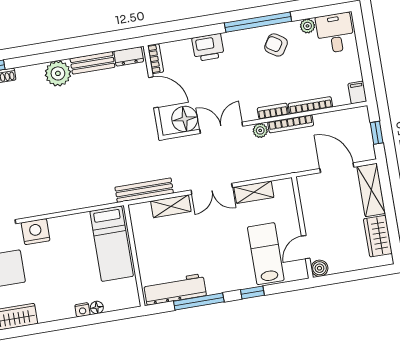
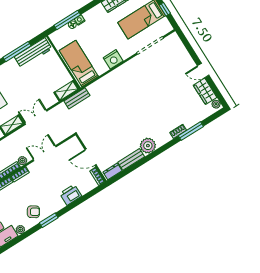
window: (258, 22) -> (49, 220), width x0.47
floor lamp: (185, 119) -> (67, 150), removed
double door: (221, 128) -> (45, 153), swing flipped
bench: (144, 190) -> (77, 98), width x0.73
shelving: (171, 206) -> (66, 91), moved
nightstand: (36, 232) -> (113, 59), moved
window: (101, 318) -> (67, 20), added

